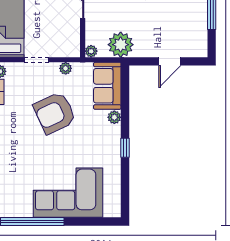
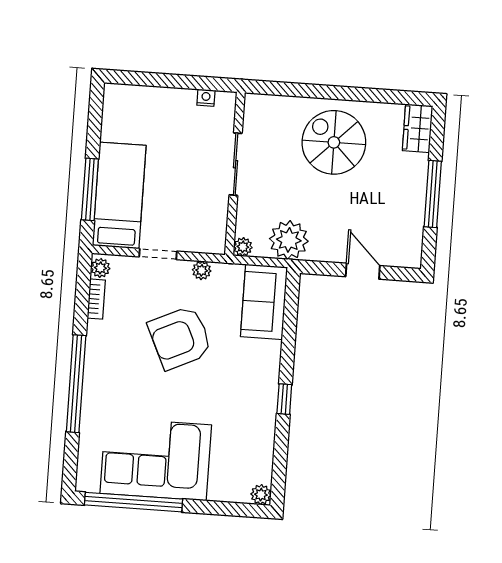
door: (170, 61) -> (363, 271), swing flipped
plant: (114, 117) -> (261, 495), moved
corner sofa: (68, 193) -> (156, 459), moved

